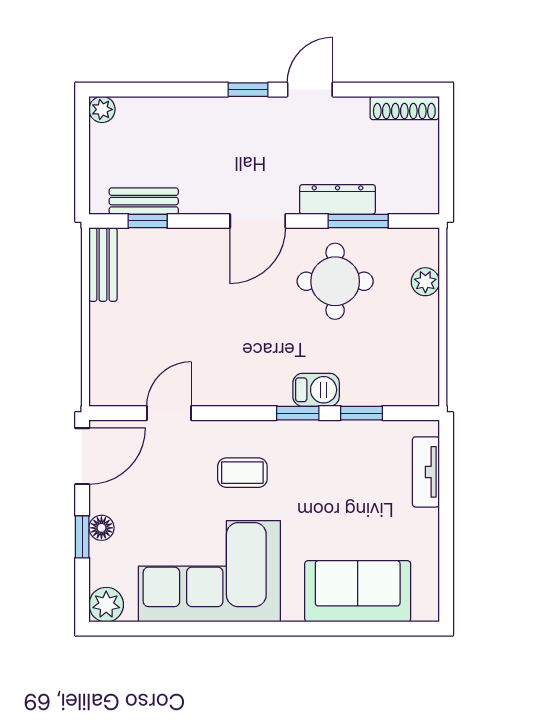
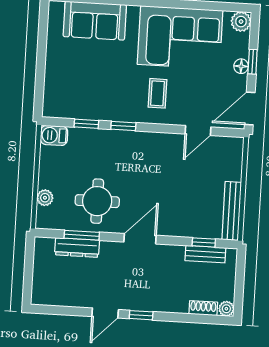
shoe rack: (404, 108) -> (203, 308), moved, width x0.70
dresser: (337, 199) -> (77, 247), moved
bench: (103, 265) -> (232, 211), width x1.36
barbecue: (316, 390) -> (54, 135), moved
tv unit: (426, 472) -> (51, 87), removed
coffee table: (242, 473) -> (157, 93), turned 90

